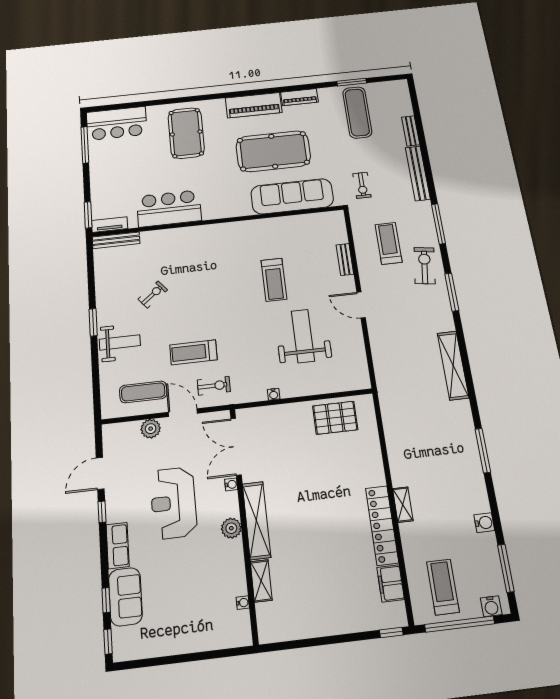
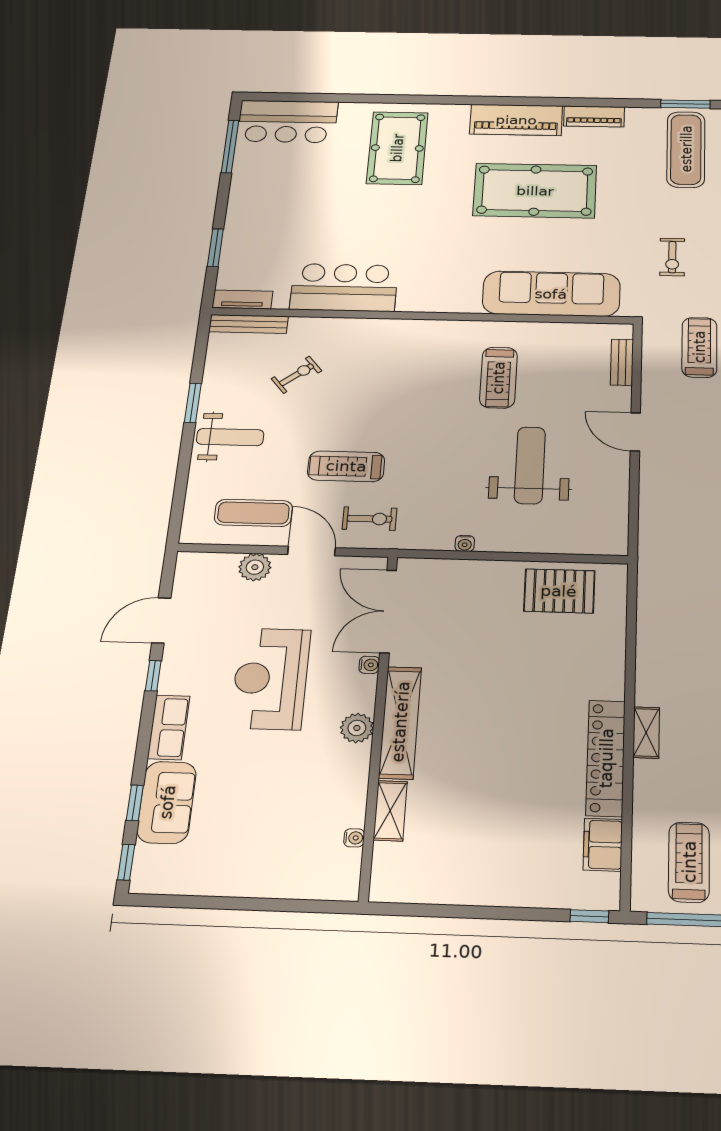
sofa: (292, 196) -> (551, 294), moved
bar counter: (169, 208) -> (344, 287), moved
wall: (218, 221) -> (422, 316), moved
tv unit: (110, 225) -> (242, 300), moved
bench: (116, 240) -> (248, 324), moved

